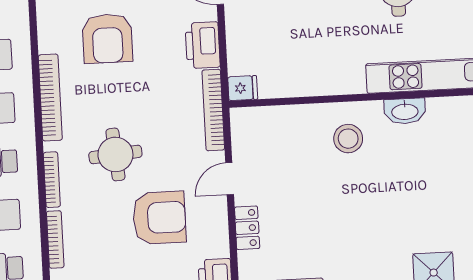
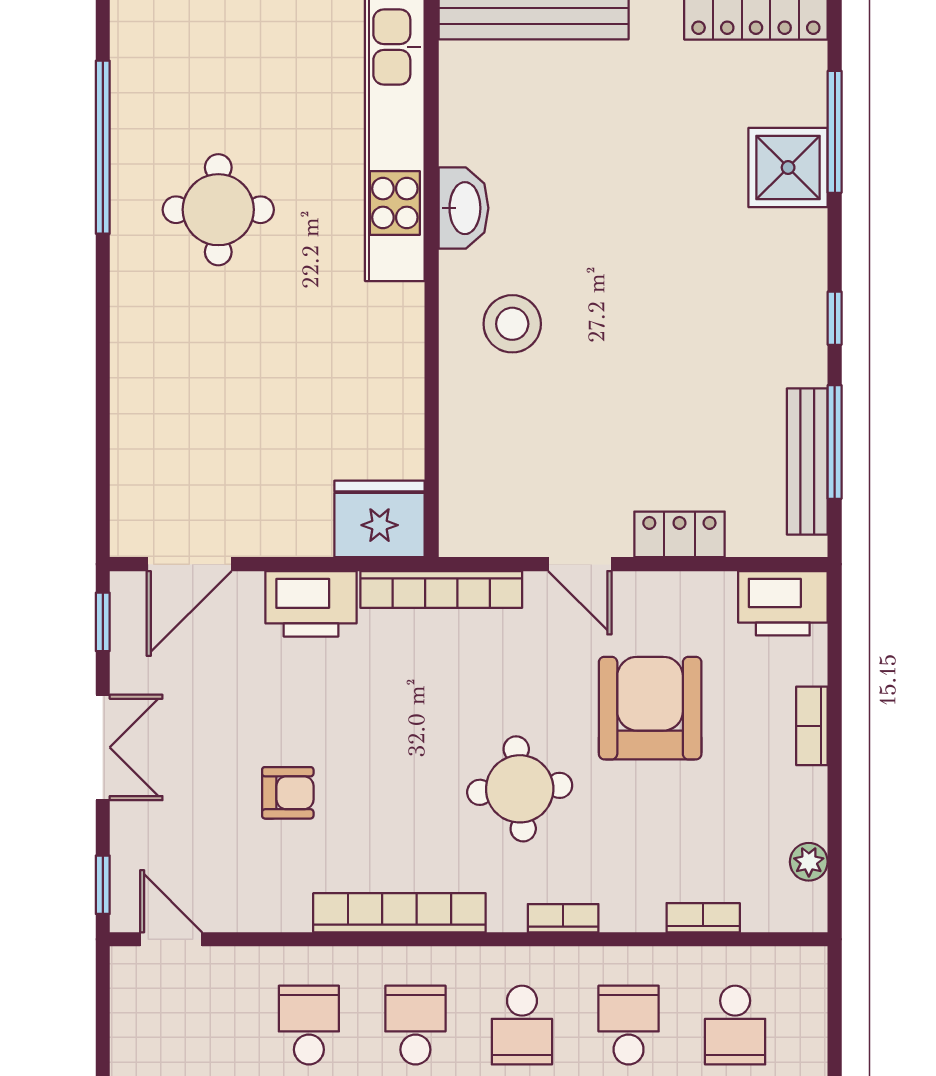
armchair: (107, 38) -> (288, 793), width x0.53, depth x0.53
fridge: (243, 88) -> (380, 519), width x1.88, depth x1.34
bookcase: (52, 180) -> (563, 918), width x0.64
bookcase: (55, 239) -> (703, 918), width x0.64

